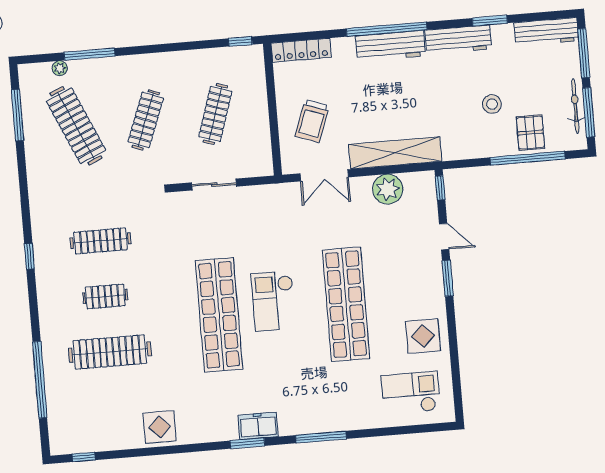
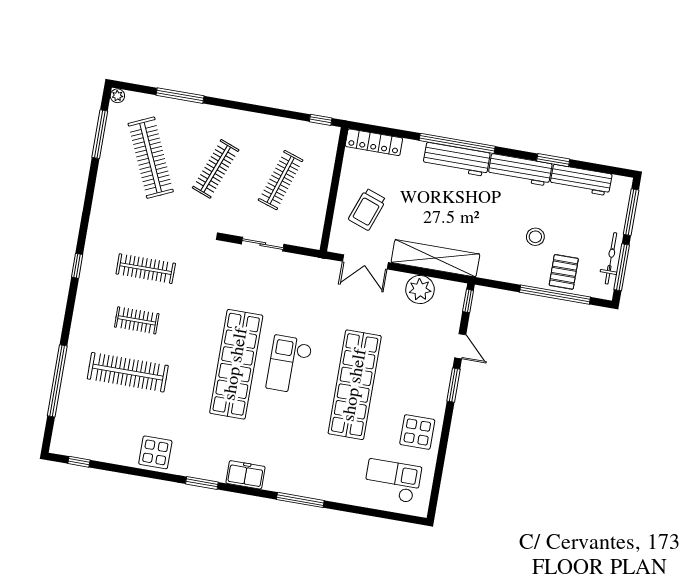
workbench: (546, 32) -> (581, 180), moved
plant: (60, 68) -> (117, 96), moved
window: (247, 443) -> (202, 483), moved

